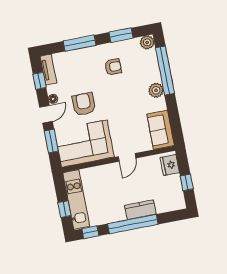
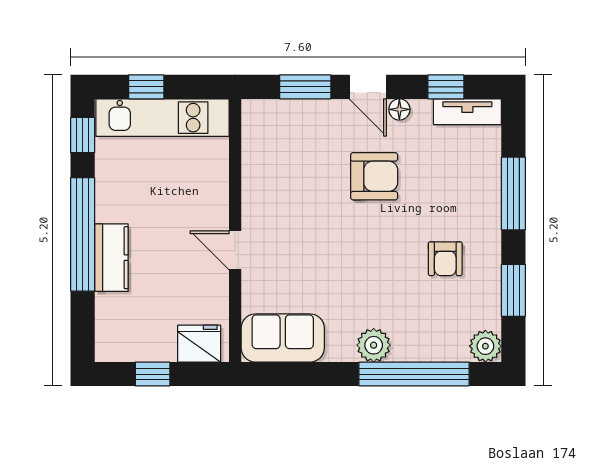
corner sofa: (84, 144) -> (285, 160), removed

